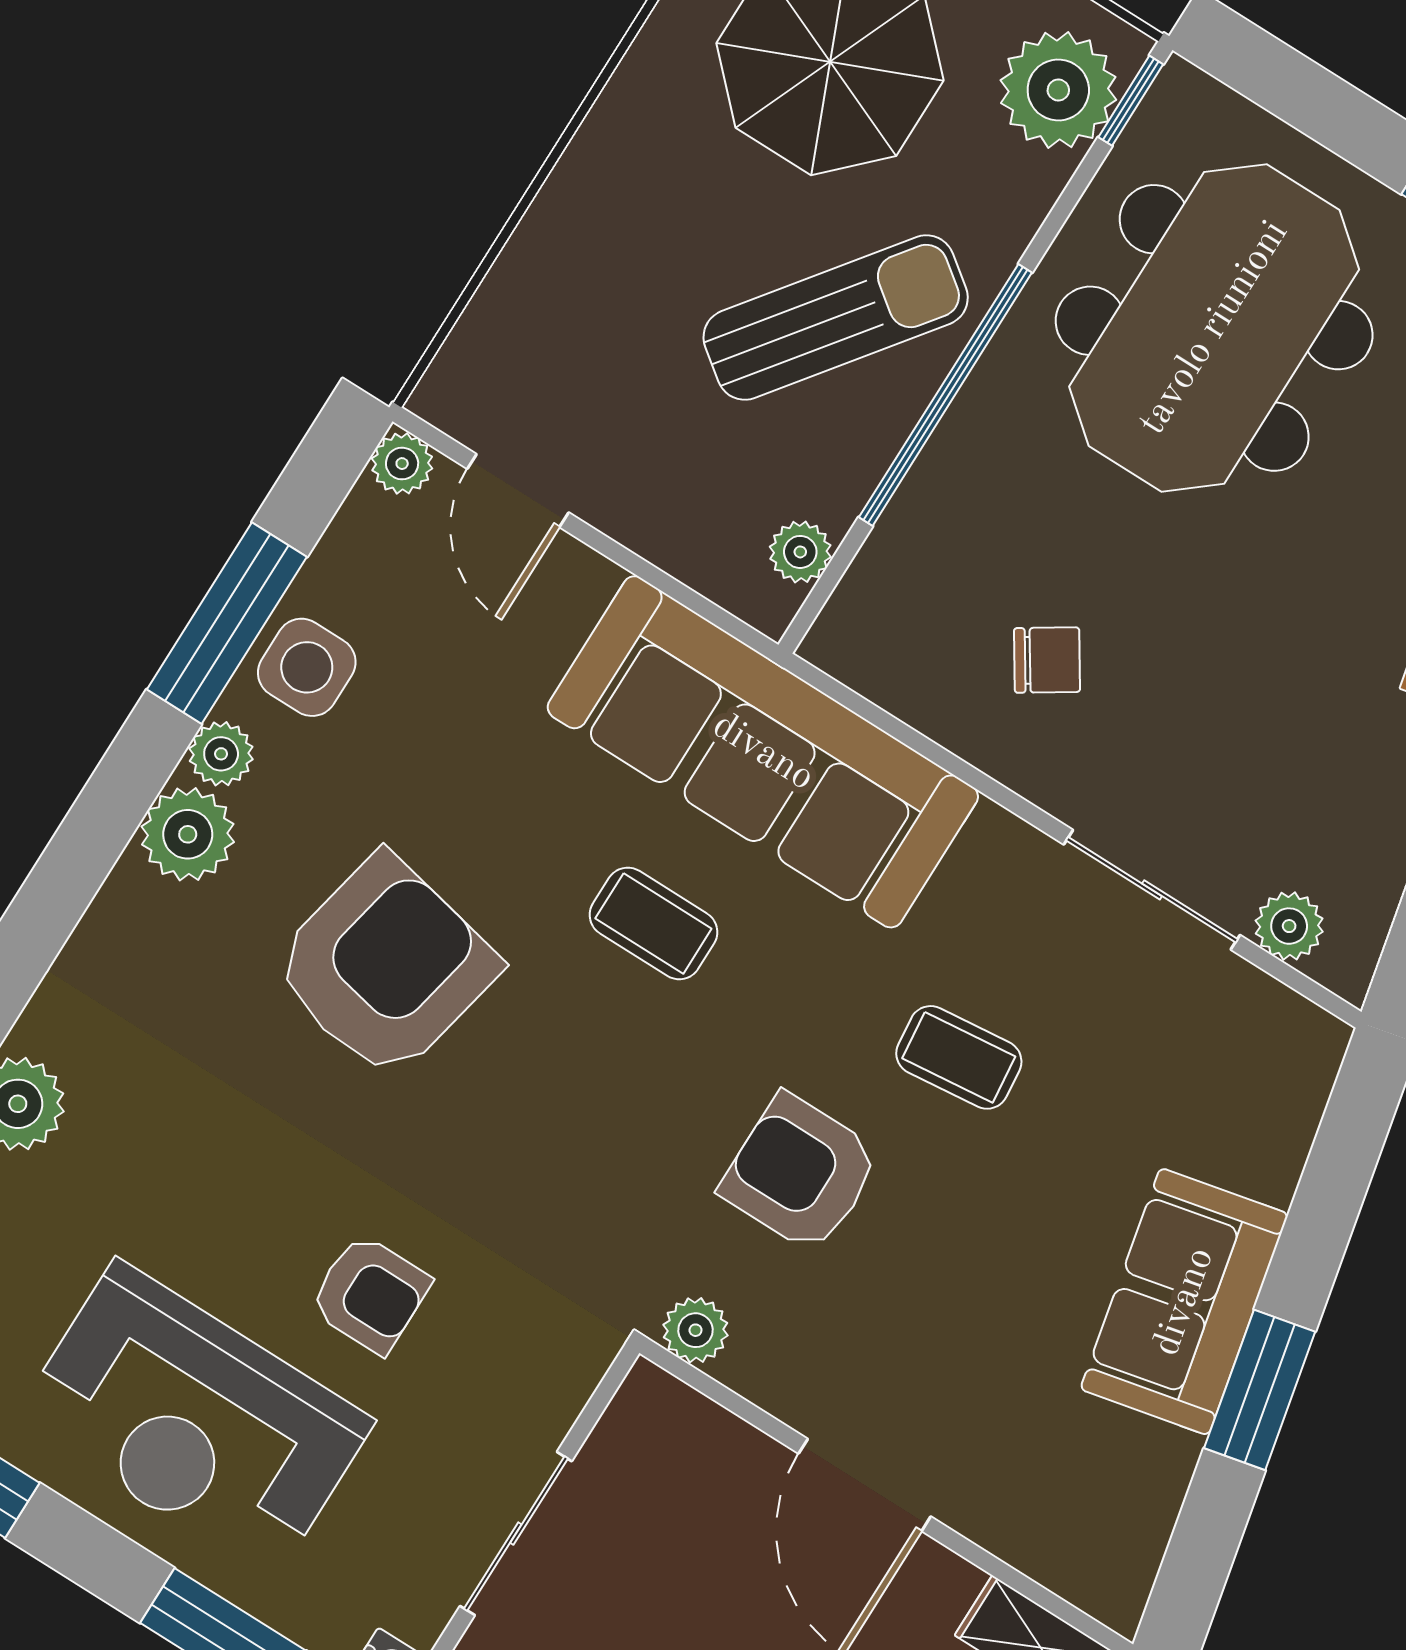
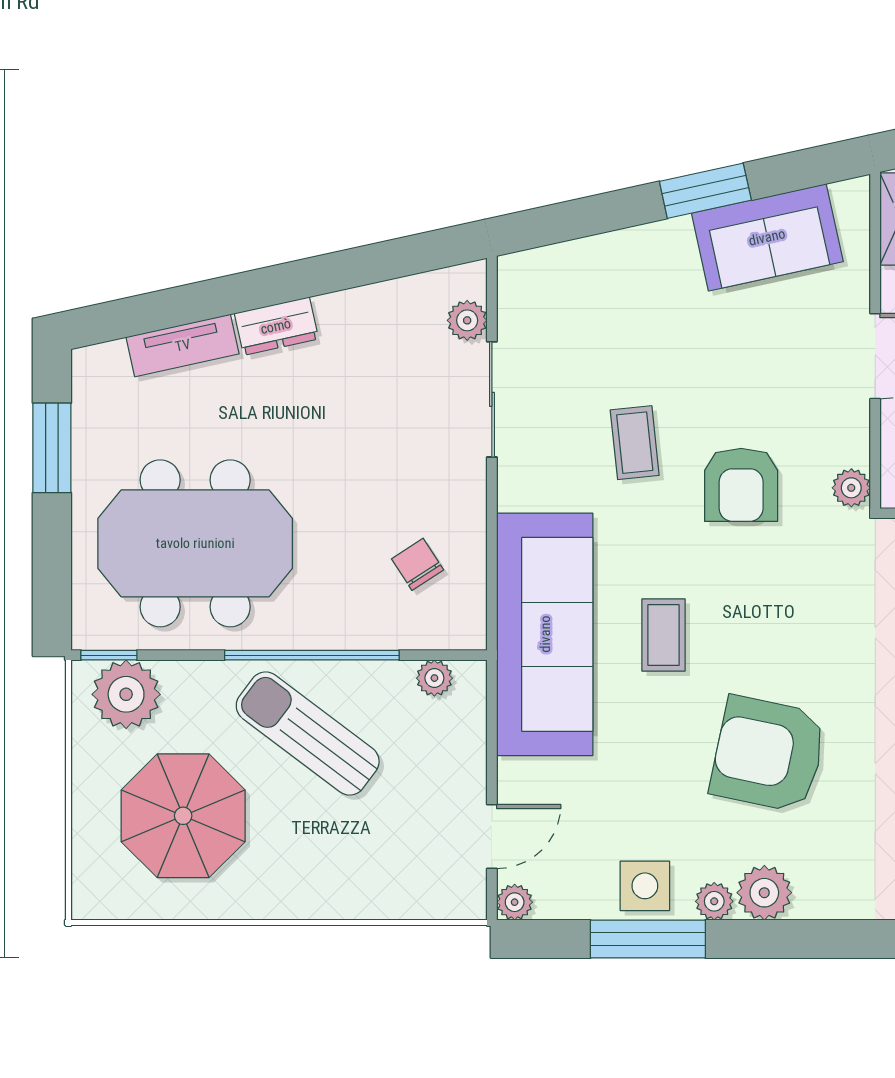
chair: (1047, 660) -> (418, 564), moved
sofa: (1184, 1302) -> (767, 237), moved

